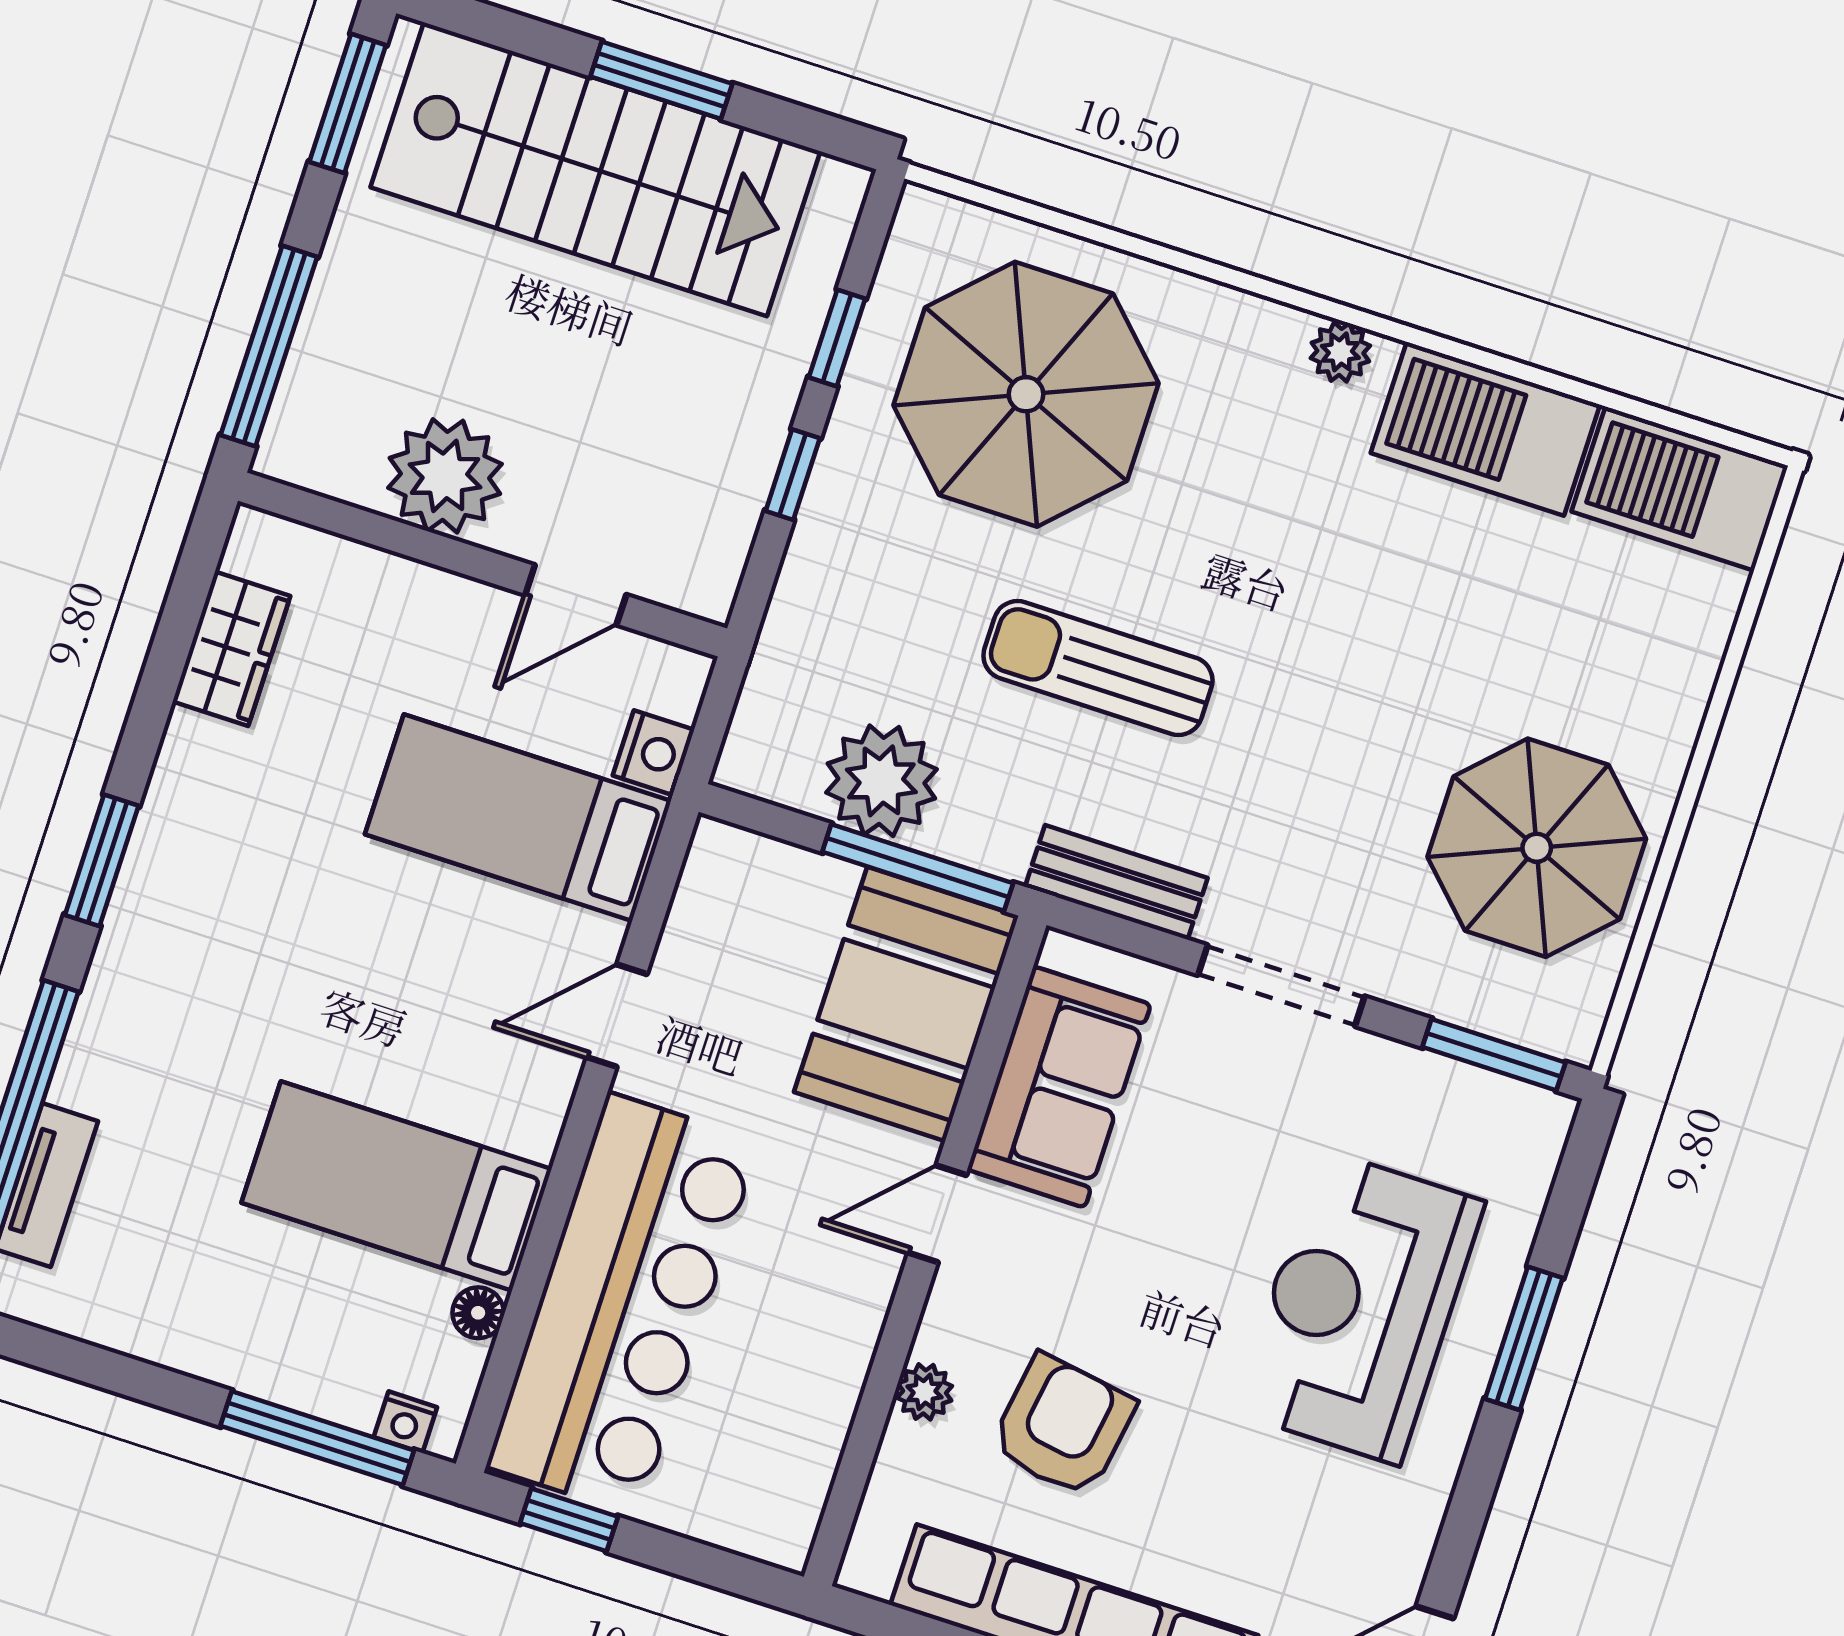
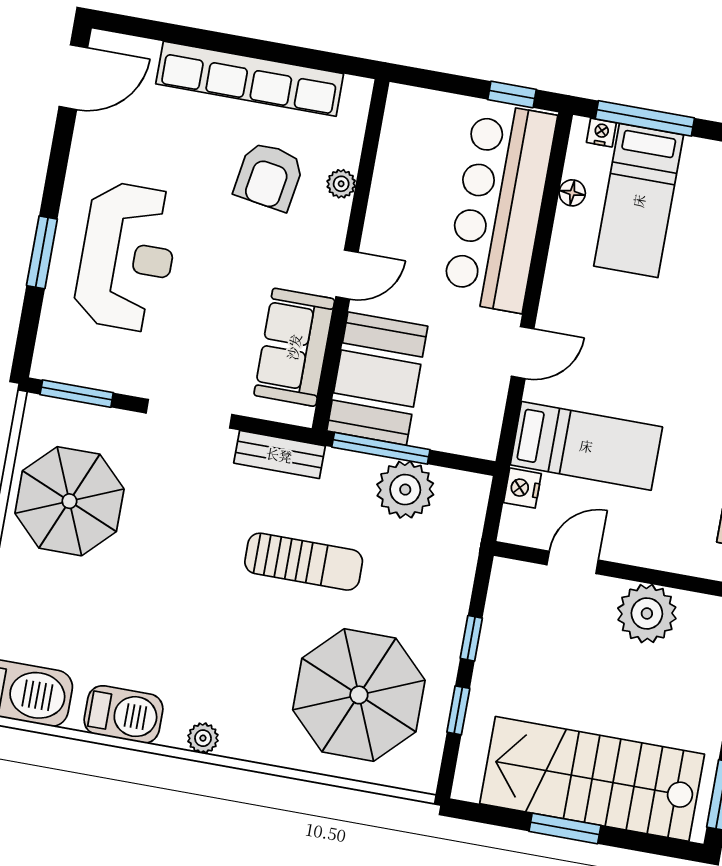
barbecue: (1485, 429) -> (123, 714), width x0.73, depth x0.83
bed: (397, 1186) -> (639, 201), moved, turned 90

